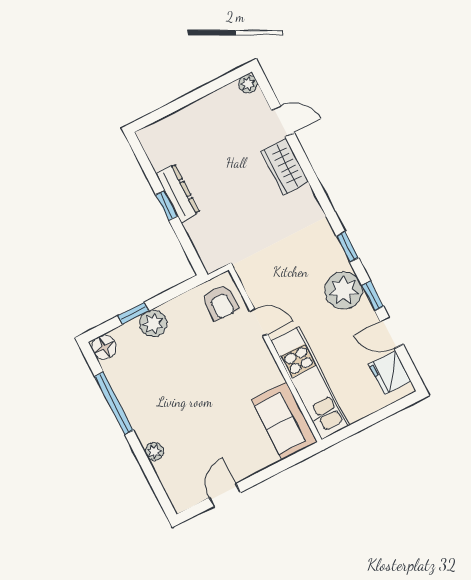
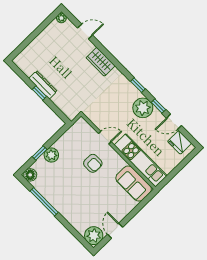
wardrobe: (285, 167) -> (101, 62), moved
armchair: (221, 302) -> (93, 163), moved
plant: (154, 452) -> (94, 236), moved, width x1.88, depth x1.88

